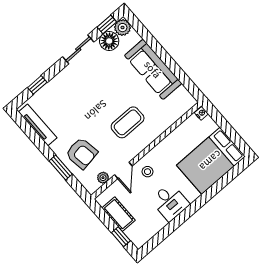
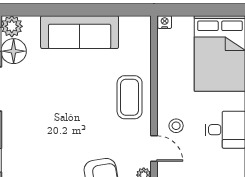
coffee table: (128, 122) -> (130, 97), moved

